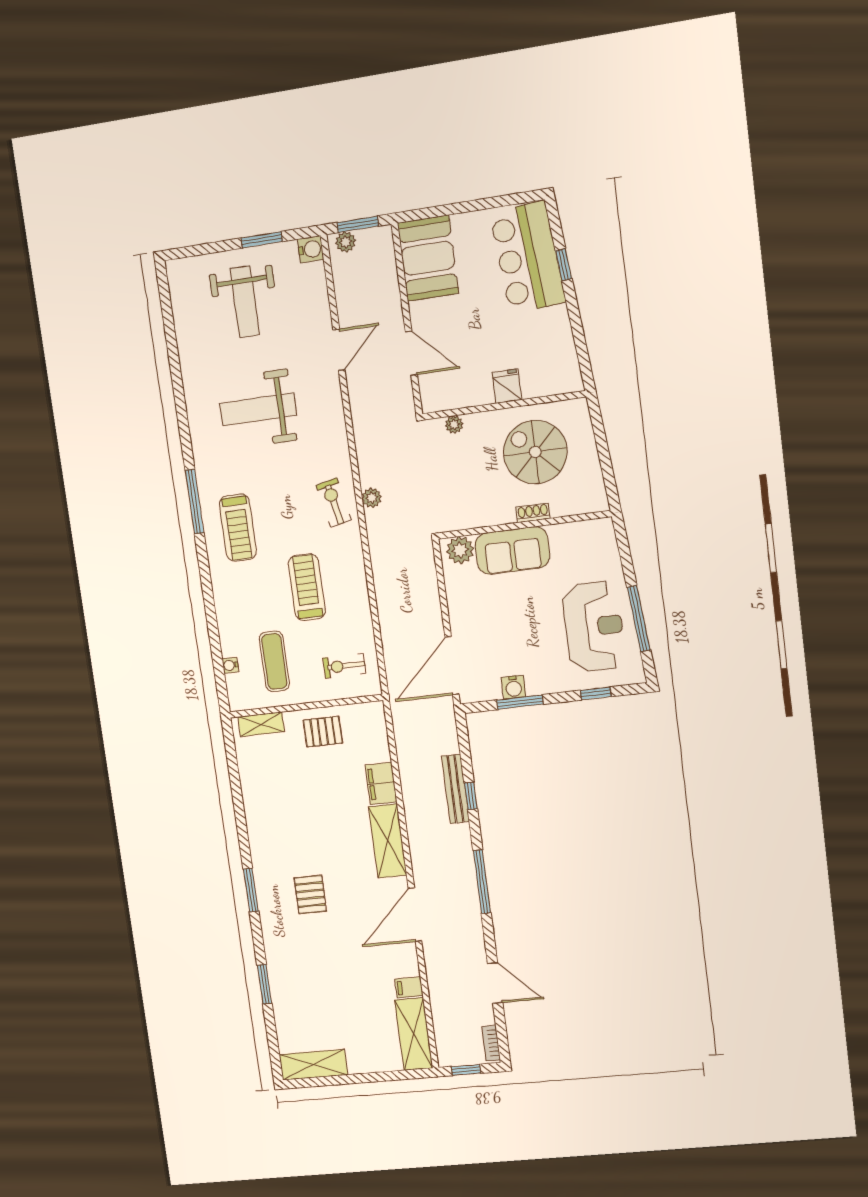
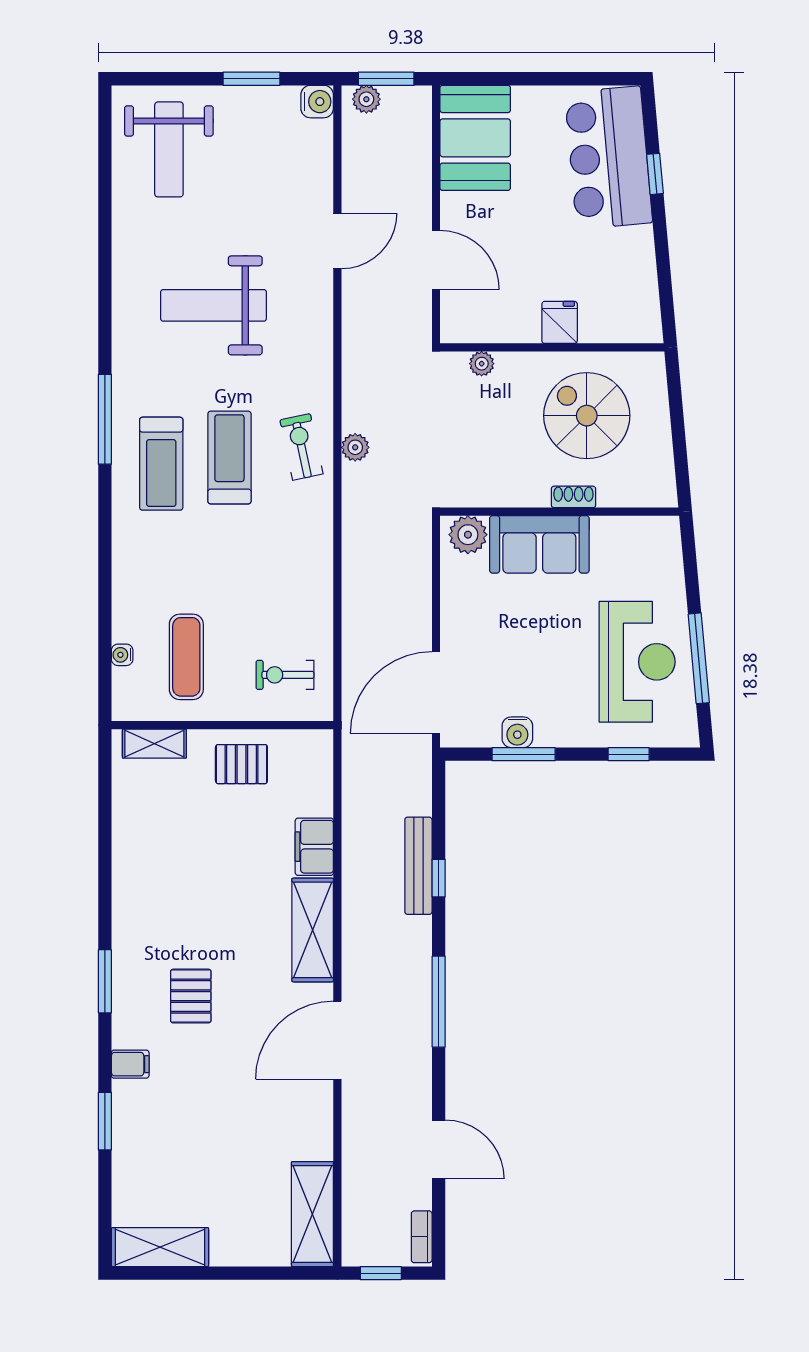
weight bench: (245, 302) -> (169, 149), moved
treadmill: (307, 587) -> (229, 458), moved
filing cabinet: (409, 987) -> (130, 1064), moved, turned 180

